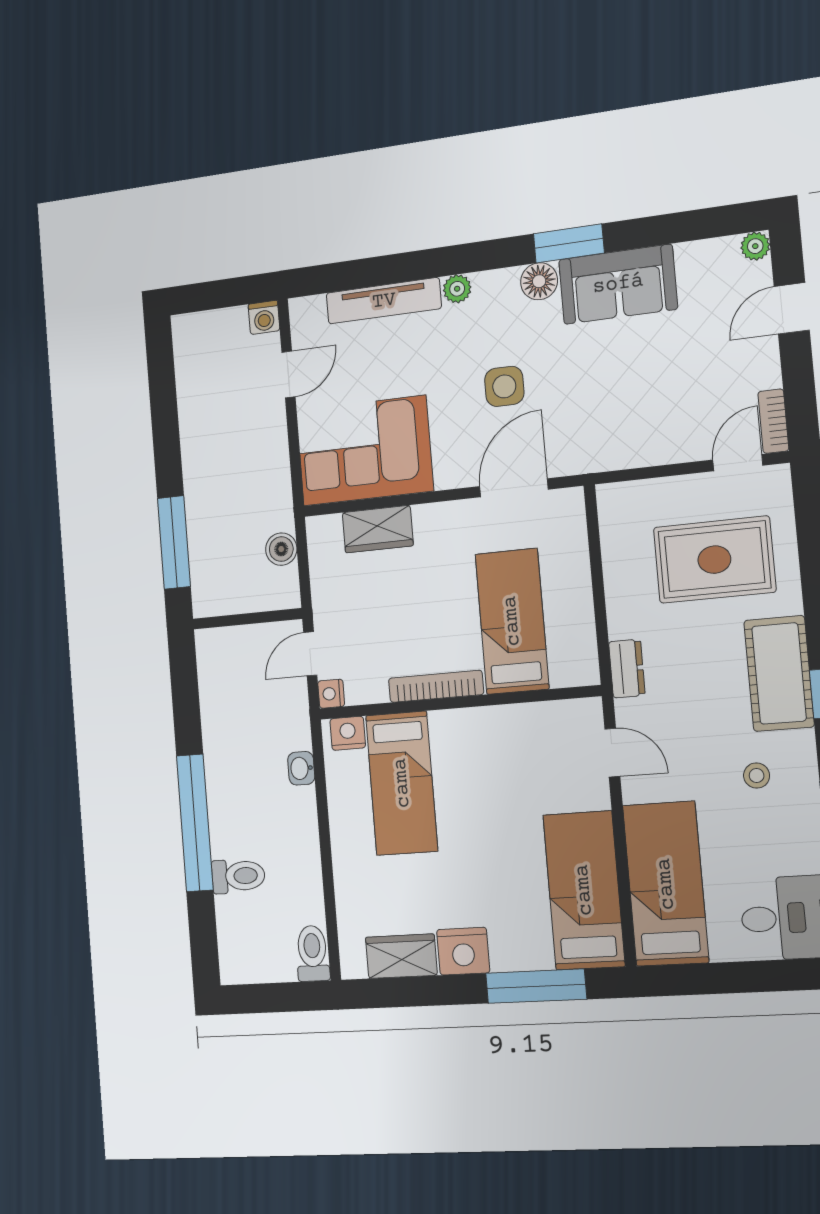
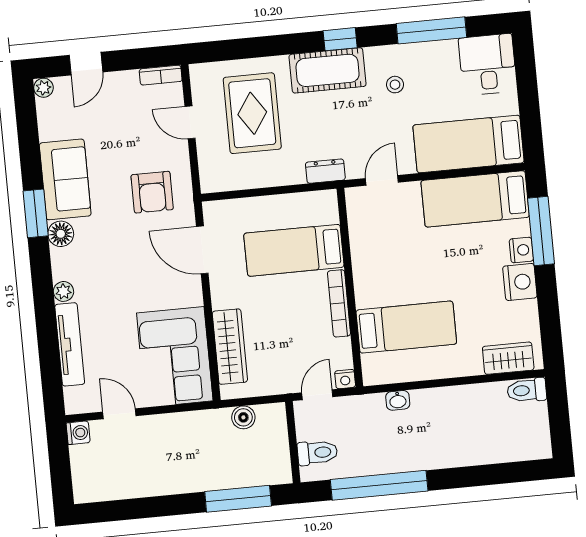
door: (792, 308) -> (86, 64), hinge flipped
side table: (504, 386) -> (132, 257), removed
armchair: (598, 413) -> (152, 192), added
door: (738, 463) -> (190, 122), moved
wardrobe: (378, 529) -> (230, 347), width x1.50
door: (310, 654) -> (317, 395), swing flipped
nightstand: (348, 733) -> (521, 250), moved, turned 180
window: (195, 823) -> (379, 485), moved
toilet: (238, 876) -> (317, 453), moved, turned 90
wardrobe: (401, 956) -> (508, 358), moved, turned 90

